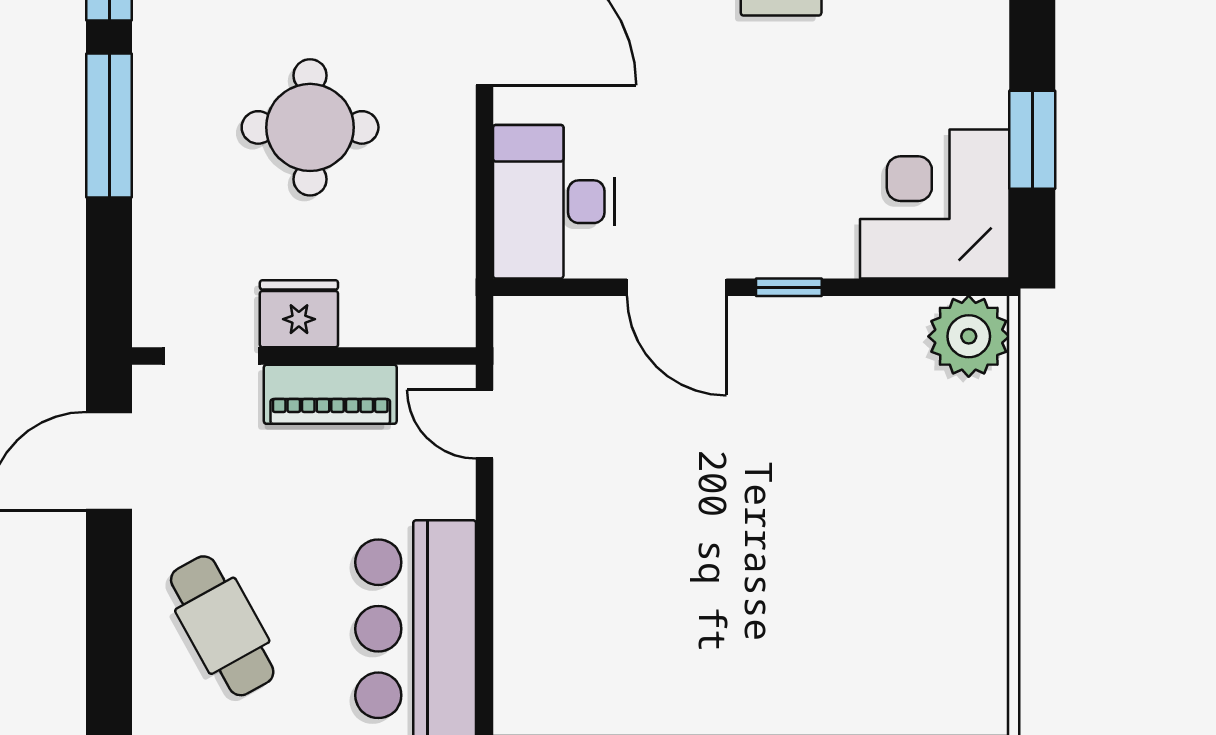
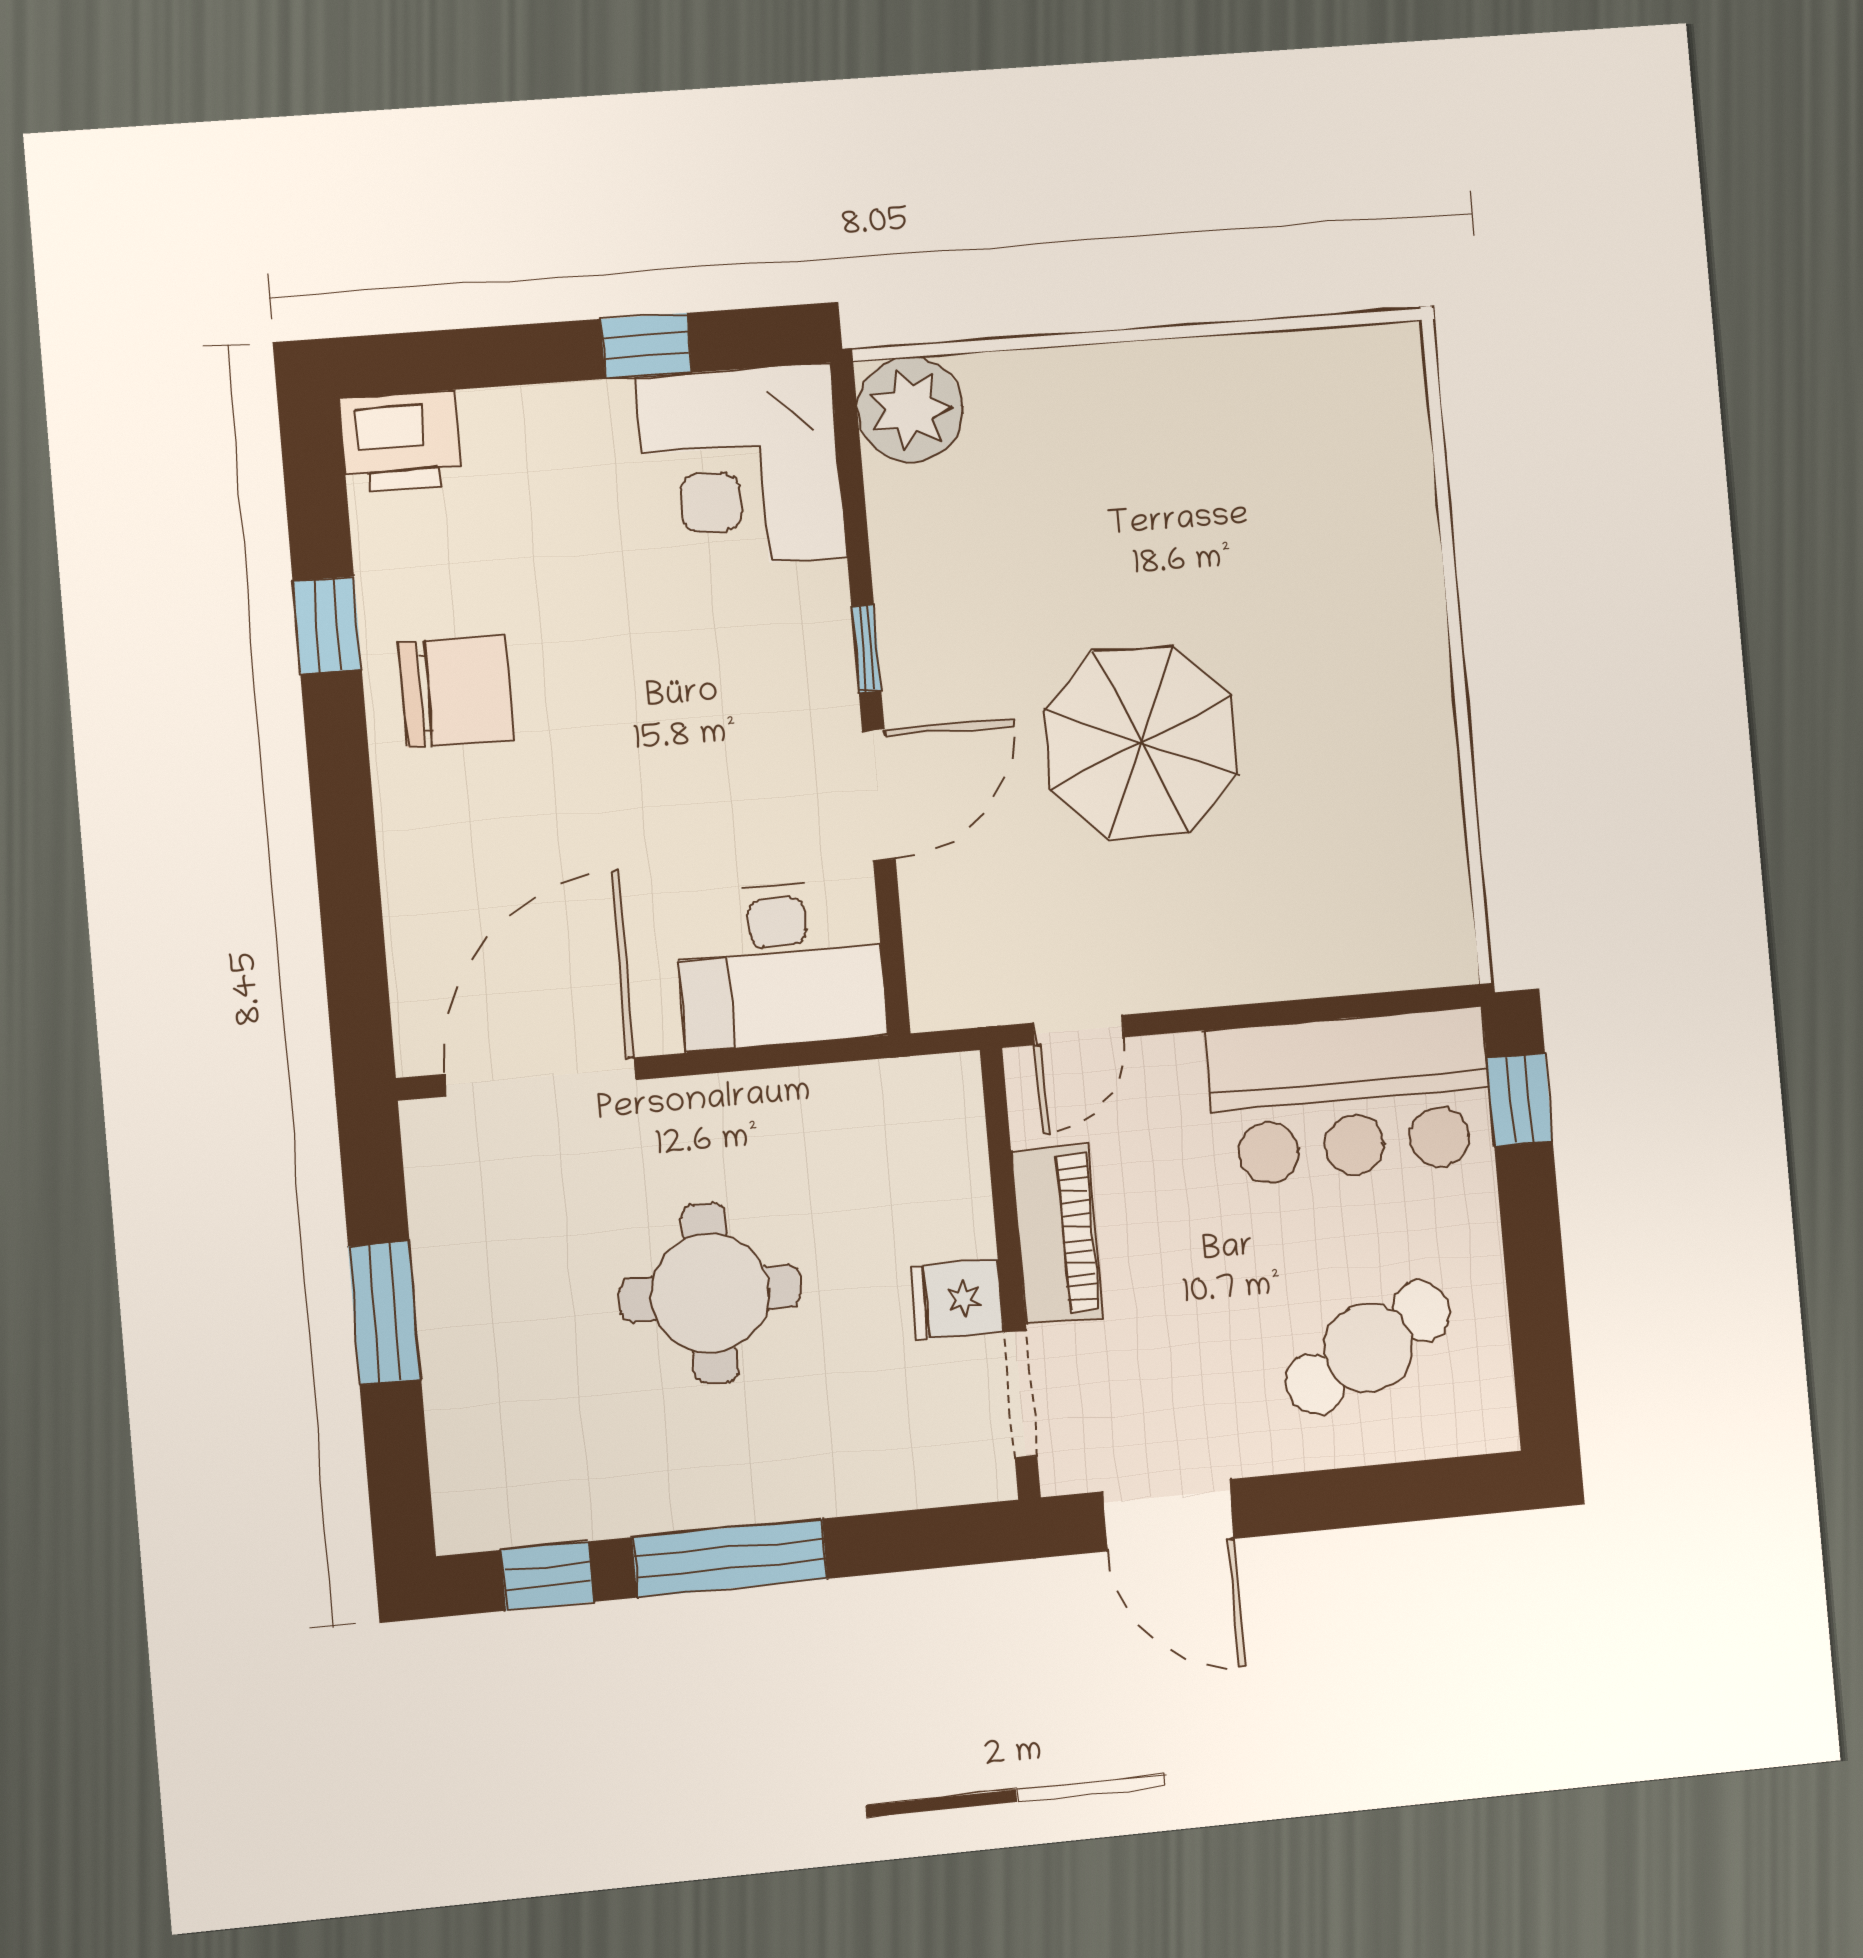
window: (1032, 140) -> (646, 346), width x0.67
fridge: (299, 314) -> (957, 1299), width x0.72
parasol: (701, 491) -> (1141, 742), added

